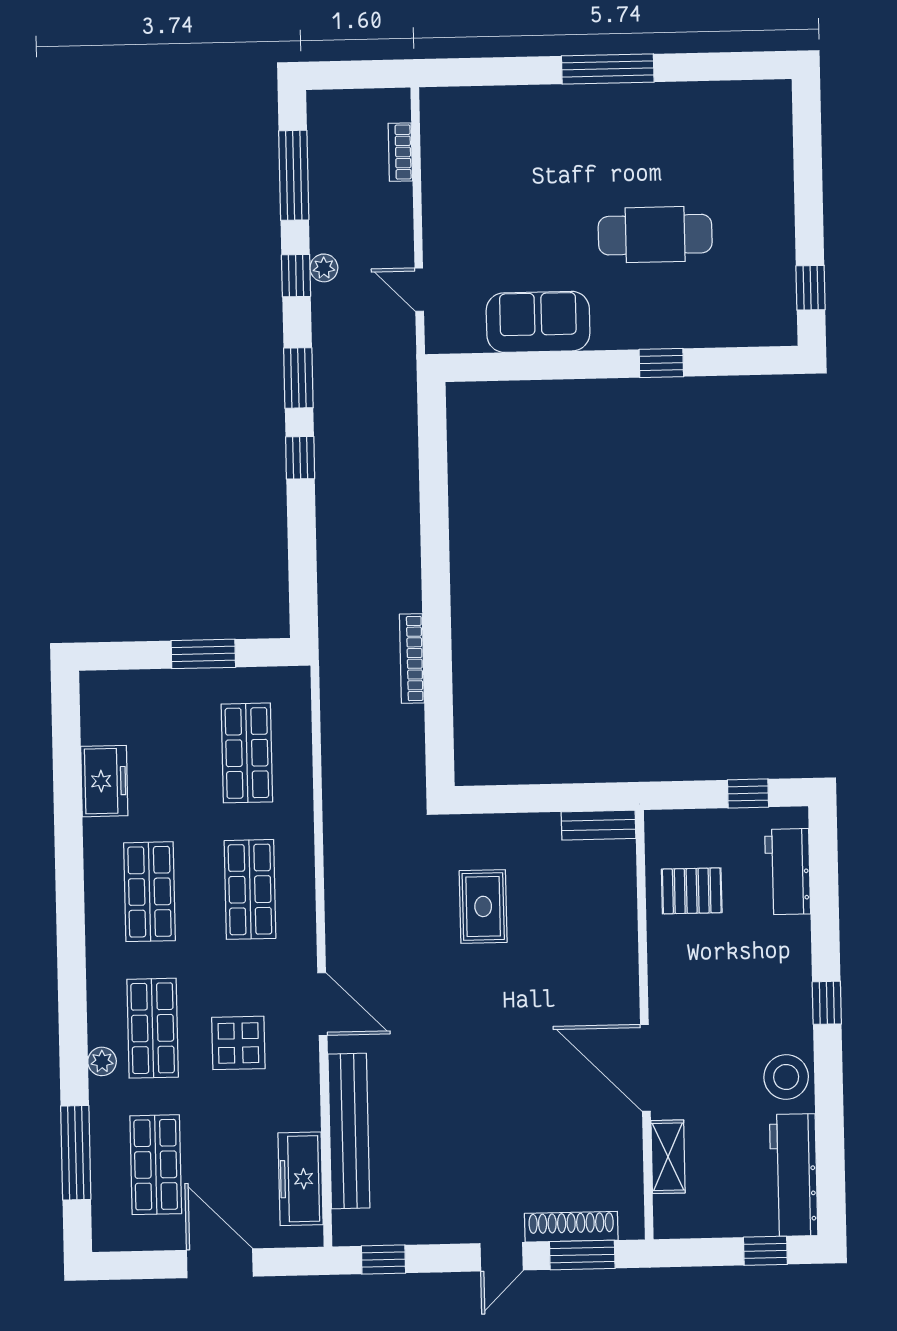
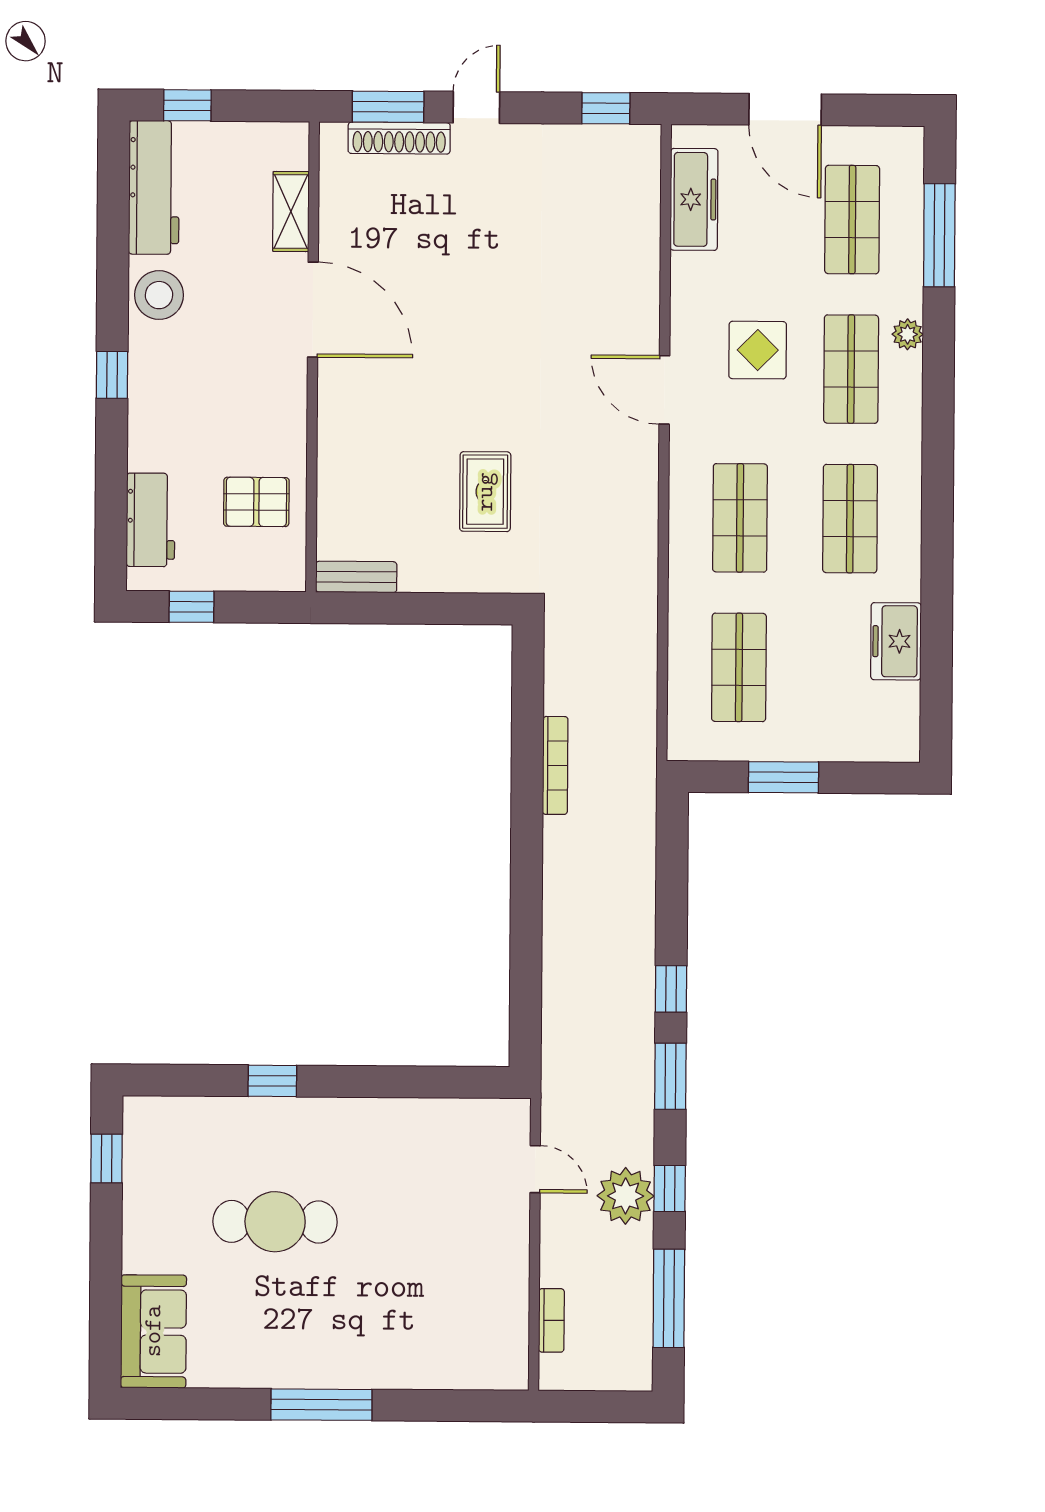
plant: (324, 268) -> (626, 1196), width x1.88, depth x1.88
sofa: (538, 322) -> (153, 1331), moved, turned -90
bench: (349, 1131) -> (640, 250), removed

